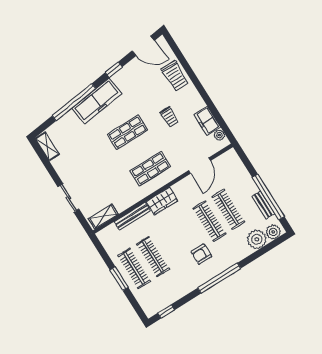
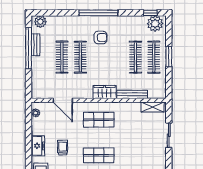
freezer: (207, 121) -> (38, 146), moved
door: (200, 166) -> (63, 100), swing flipped
plant: (257, 239) -> (155, 24), moved

